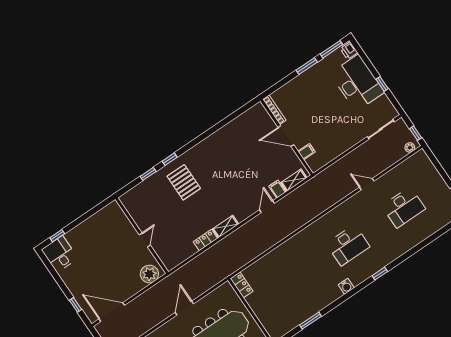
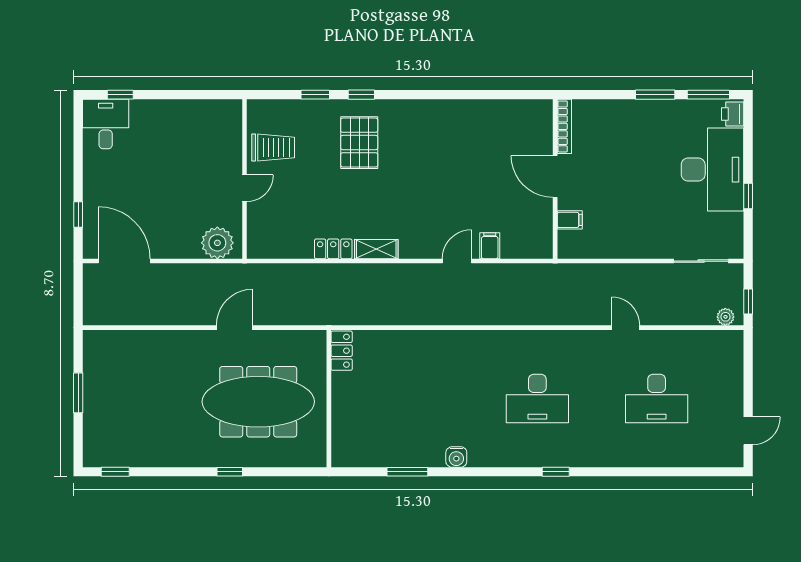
shelving: (294, 180) -> (523, 249), removed
trolley: (145, 212) -> (273, 148), added
water cooler: (346, 286) -> (456, 457), moved

